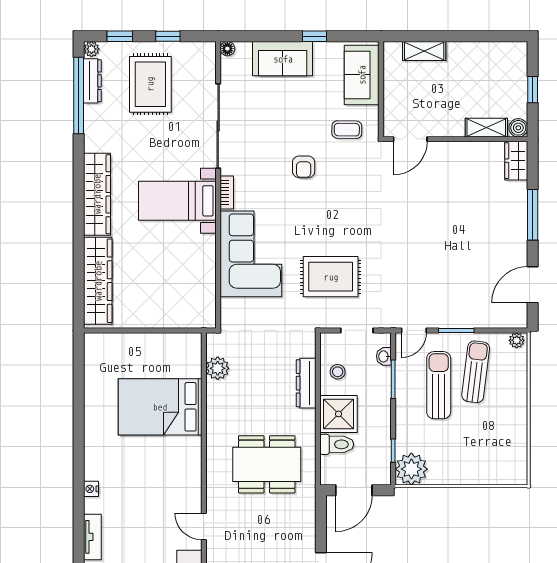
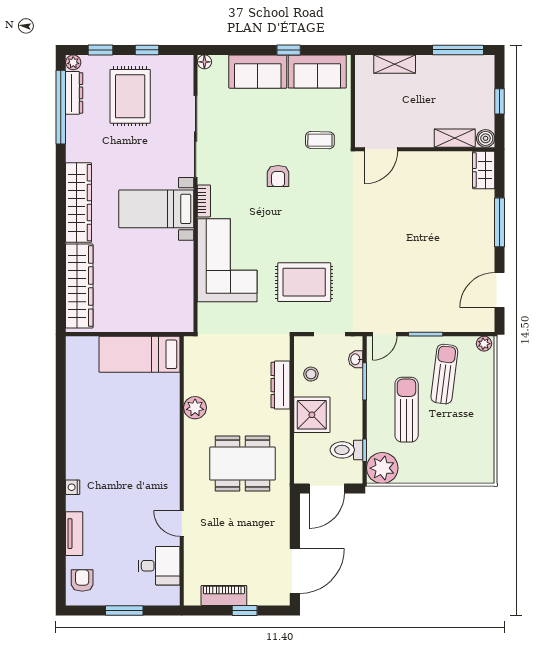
window: (490, 36) -> (458, 50), added
sofa: (362, 75) -> (317, 72), moved, turned -90
plant: (218, 368) -> (195, 408), moved
sun lounger: (439, 385) -> (407, 410), moved
bed: (160, 407) -> (139, 354), moved, width x0.67
toilet: (337, 444) -> (346, 450), moved, turned 180

